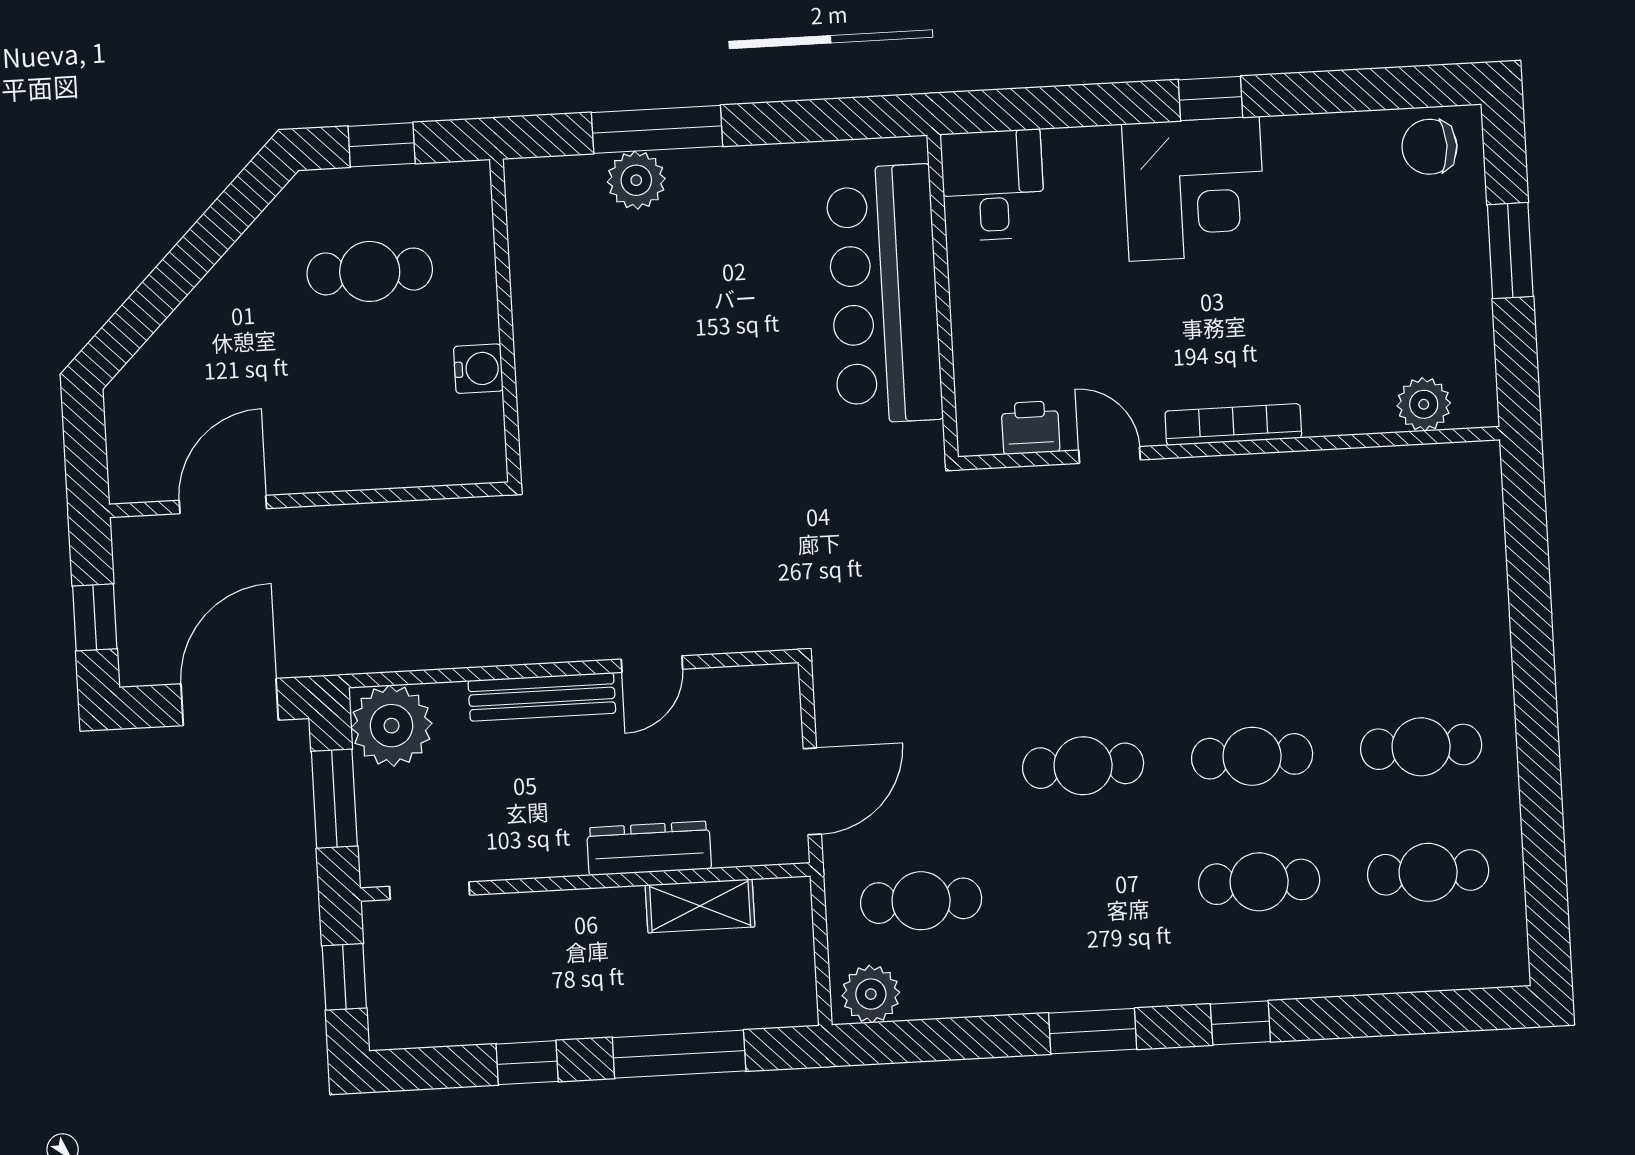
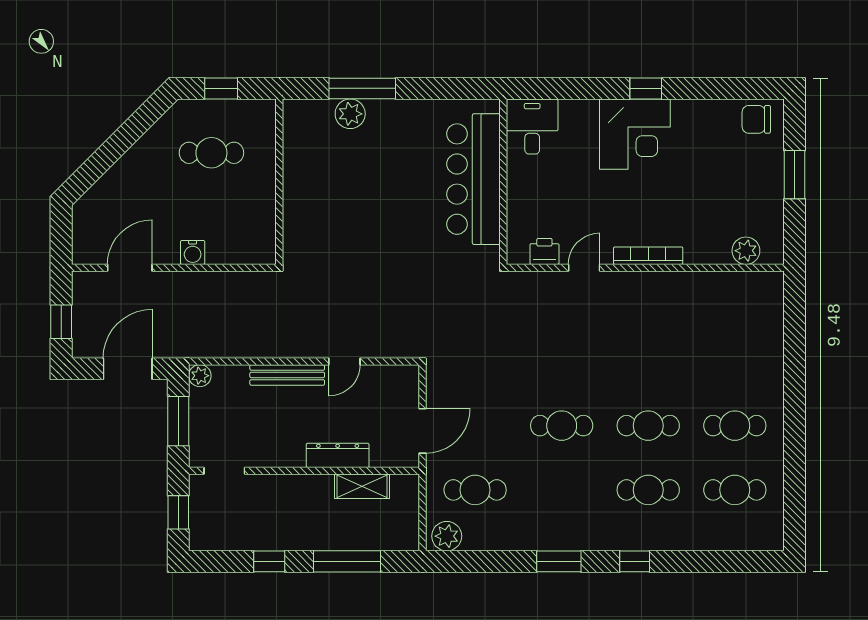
water cooler: (478, 369) -> (193, 252), moved, turned 90
door: (1109, 455) -> (584, 268), hinge flipped
plant: (391, 726) -> (200, 376), width x0.53, depth x0.53

